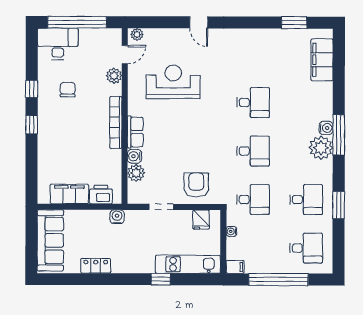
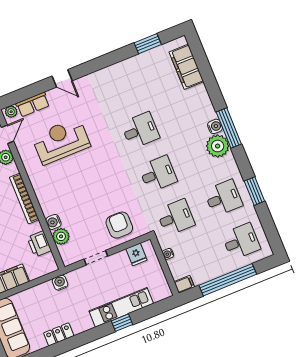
row of seats: (135, 132) -> (33, 105), moved, turned 90
printer: (101, 195) -> (39, 244), moved, turned -90
kitchen unit: (188, 264) -> (121, 307), moved

